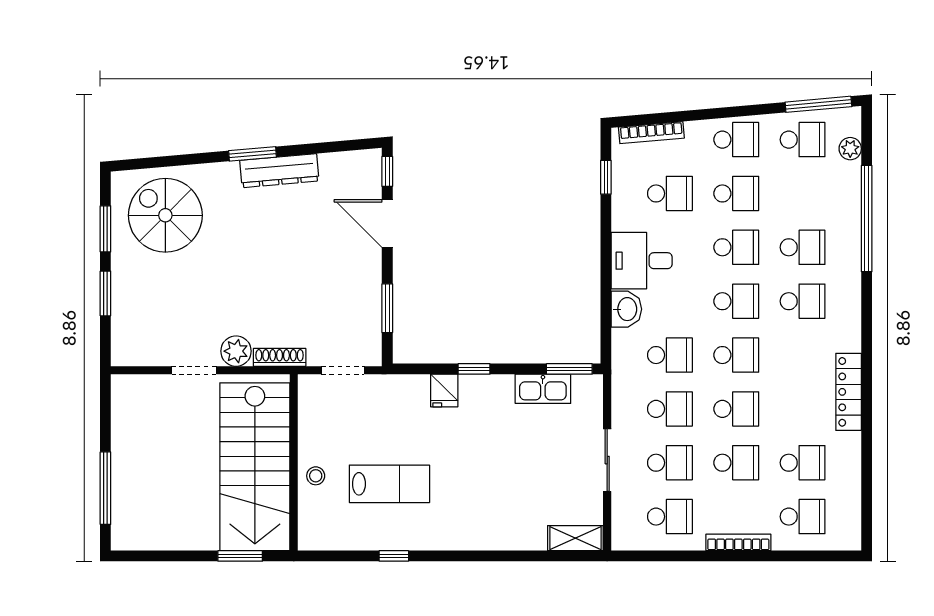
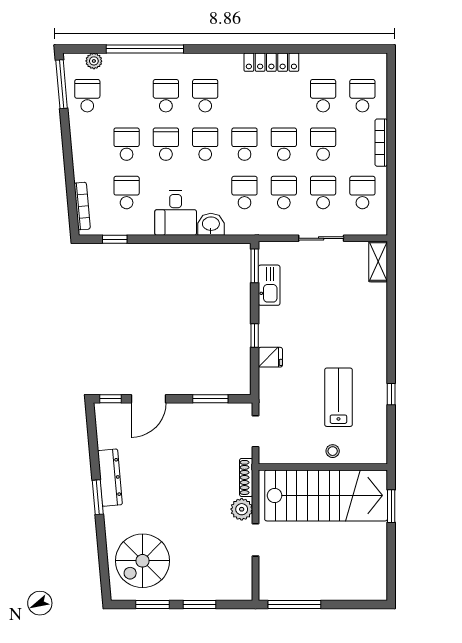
school desk: (736, 140) -> (87, 144), removed
window: (105, 488) -> (294, 605), moved

